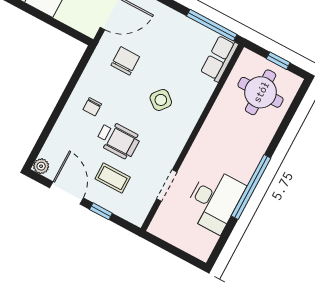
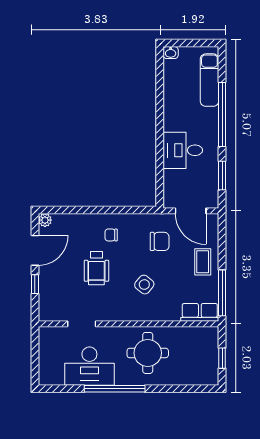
round table: (261, 92) -> (148, 353), moved
coffee table: (113, 178) -> (203, 262), moved

